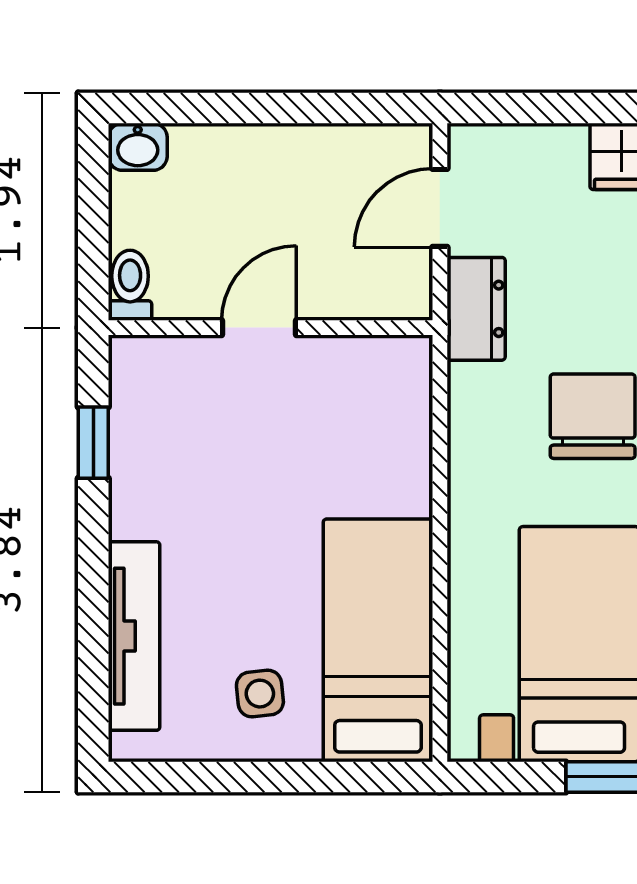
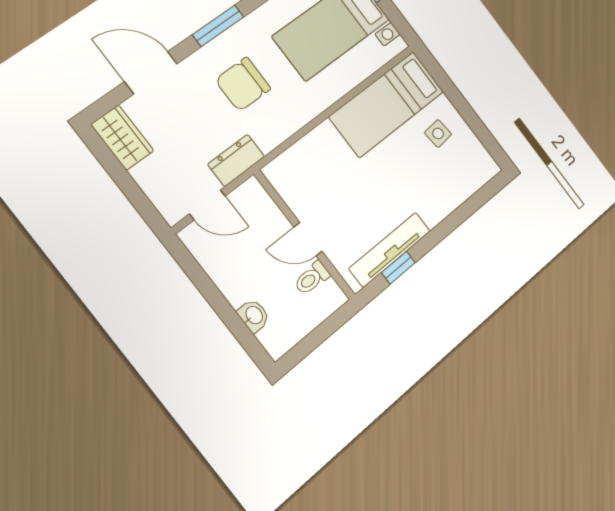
washbasin: (138, 147) -> (254, 316), moved
toilet: (130, 285) -> (312, 278), moved
tv unit: (134, 636) -> (390, 250), moved

